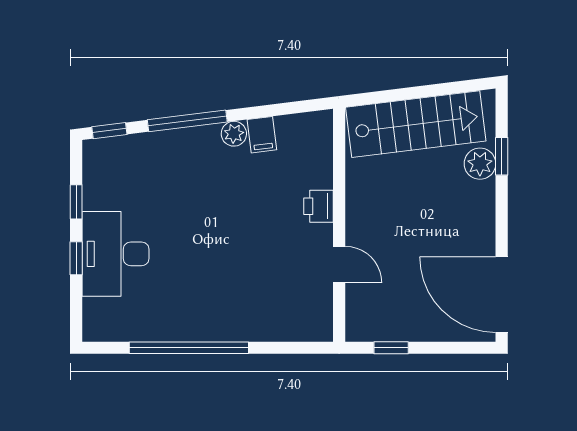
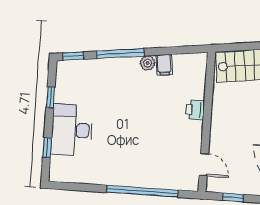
window: (76, 258) -> (47, 147), moved
door: (339, 265) -> (204, 164), moved
window: (189, 348) -> (142, 191), moved

